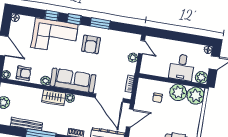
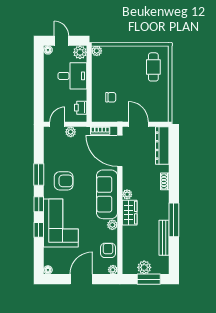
printer: (153, 70) -> (81, 108), added
plant: (178, 92) -> (101, 75), removed
plant: (196, 96) -> (97, 51), width x0.53, depth x0.53
door: (109, 98) -> (120, 151), swing flipped

